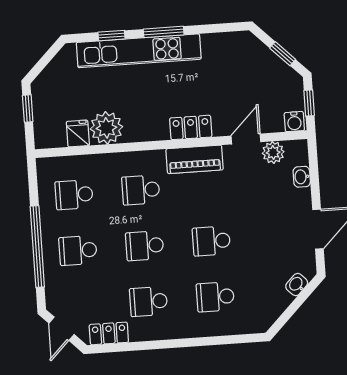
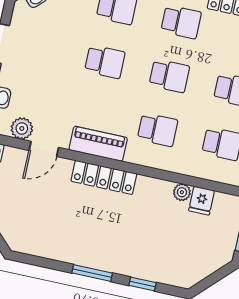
kitchen unit: (139, 51) -> (121, 262), removed
locker: (191, 127) -> (104, 177), width x1.53
plant: (106, 128) -> (182, 192), width x0.53, depth x0.53

